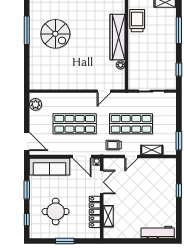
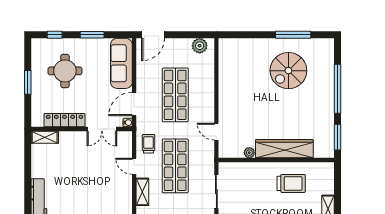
trolley: (137, 21) -> (291, 183), moved
shelving: (108, 216) -> (45, 137), moved

